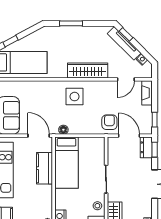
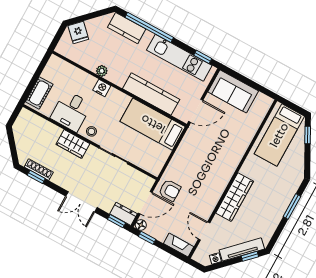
side table: (75, 97) -> (215, 169), removed
floor lamp: (63, 130) -> (141, 225), moved
kitchen counter: (44, 168) -> (151, 94), width x1.50

